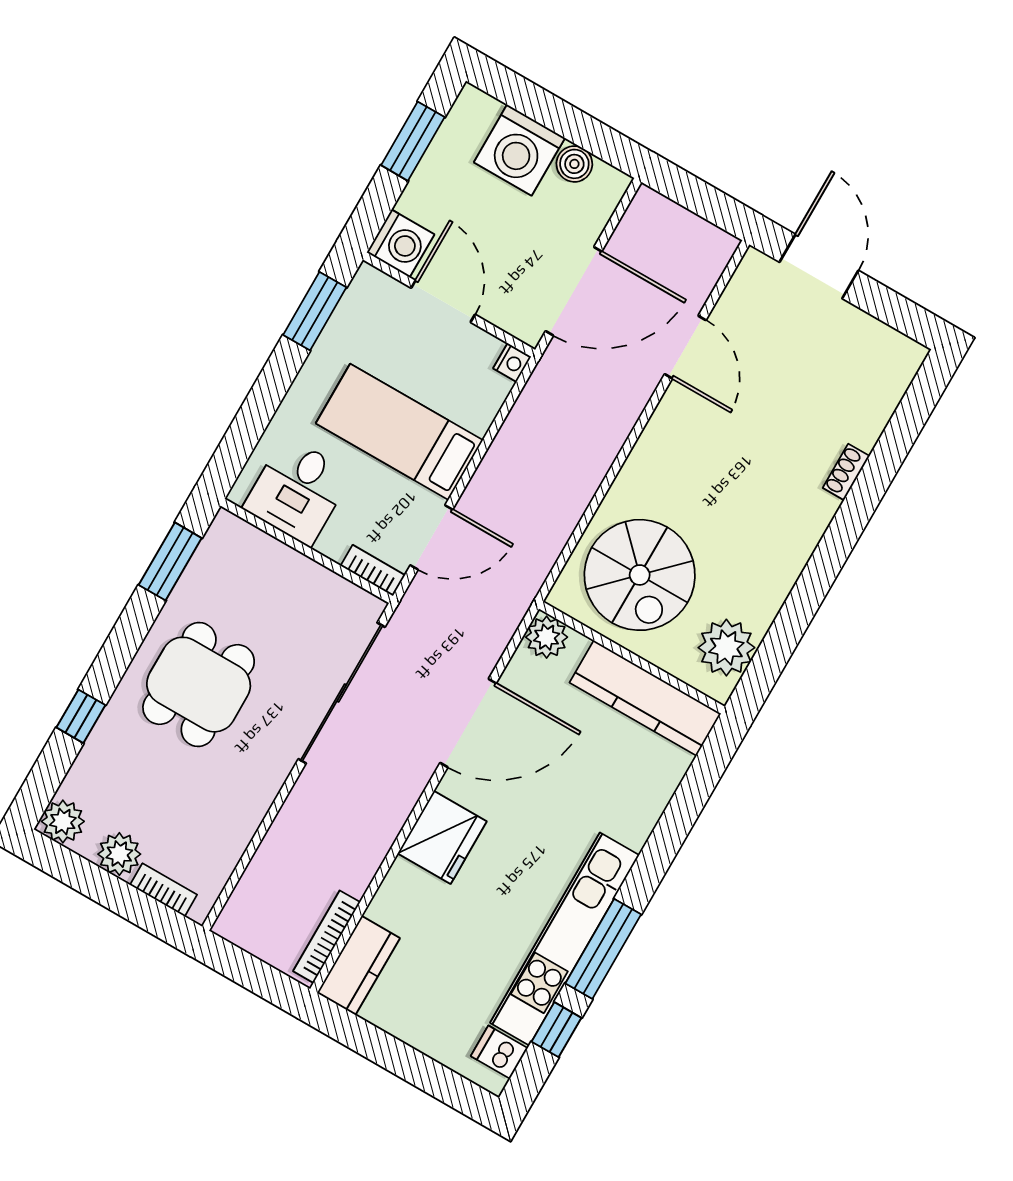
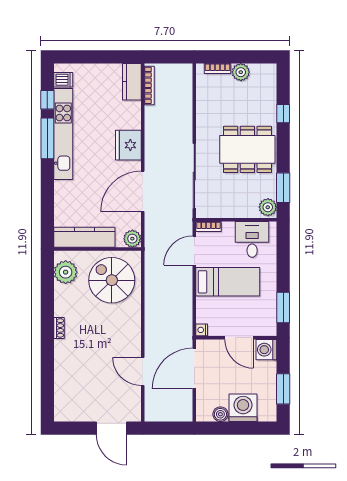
shoe rack: (846, 472) -> (59, 328), moved
dining table: (199, 685) -> (247, 149), width x1.37
plant: (63, 821) -> (268, 207), moved

